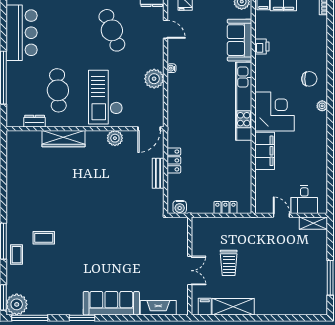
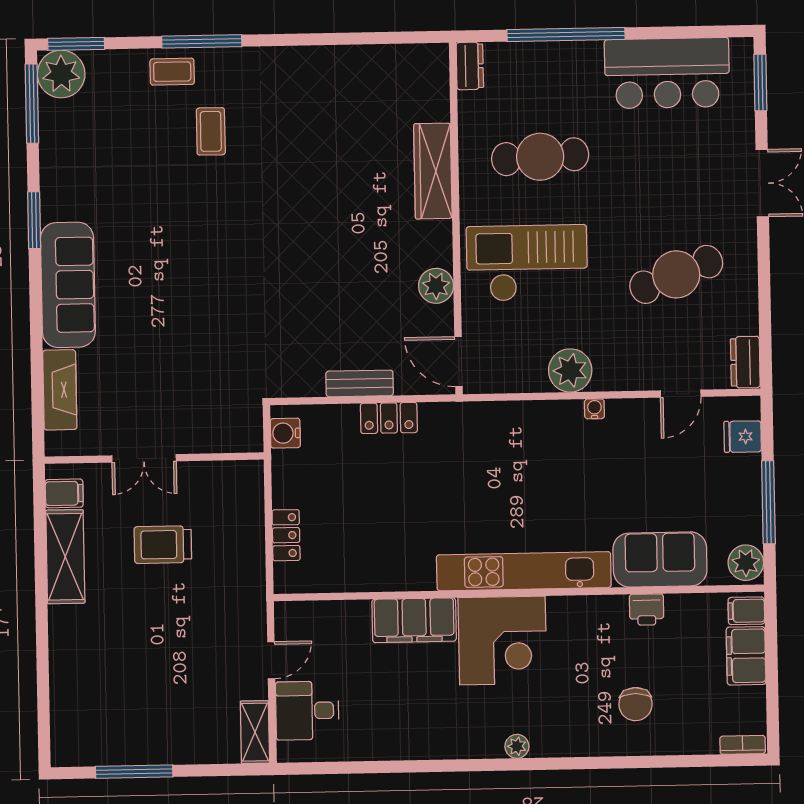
chair: (309, 79) -> (635, 704), moved
dresser: (35, 121) -> (470, 66), moved

